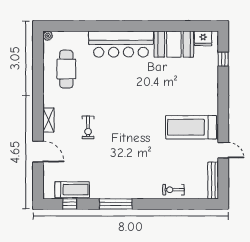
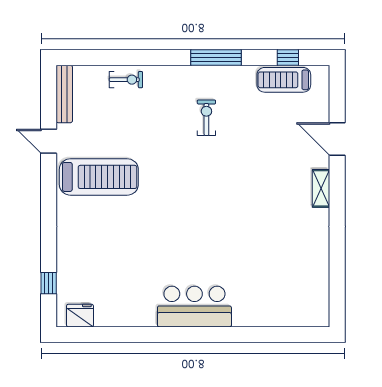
plant: (48, 36) -> (322, 320), removed
bar counter: (121, 44) -> (194, 307), width x0.73
booth: (174, 44) -> (125, 307), removed
cafe table: (66, 69) -> (293, 268), removed
exercise bike: (88, 127) -> (206, 118), moved

